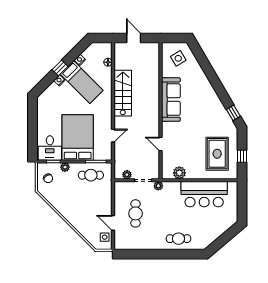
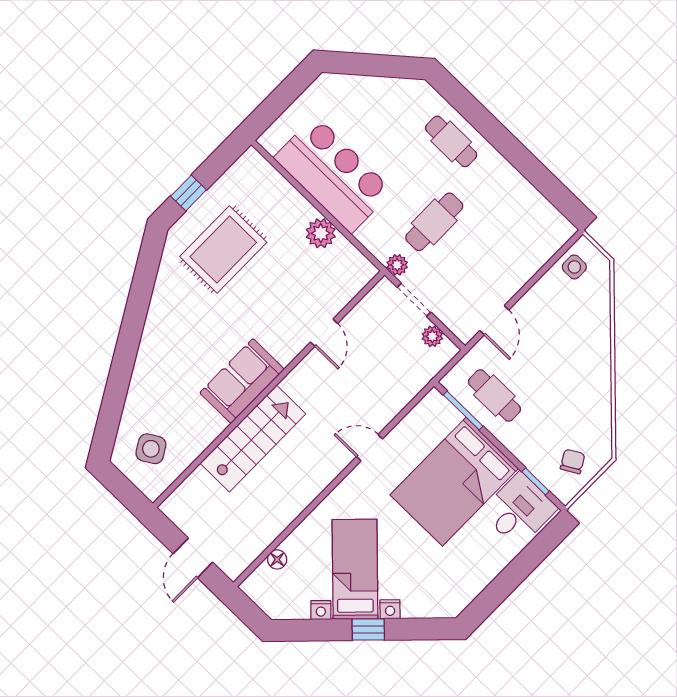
stairs: (123, 93) -> (253, 439), moved, turned 180
sofa: (171, 100) -> (242, 381), width x0.73
window: (233, 113) -> (148, 264), removed
door: (113, 136) -> (369, 448), moved
rug: (217, 154) -> (223, 249), moved
window: (242, 156) -> (189, 193), moved
plant: (65, 167) -> (525, 452), removed
plant: (179, 173) -> (321, 233), moved
cafe table: (136, 213) -> (434, 222), moved
door: (113, 223) -> (494, 320), moved

